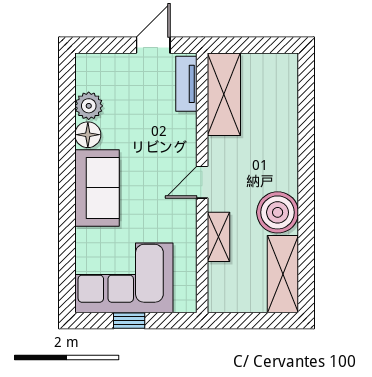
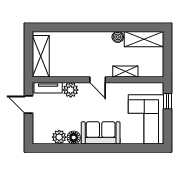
shelving: (224, 94) -> (41, 56), moved, turned 90
plant: (182, 128) -> (71, 90), added
boiler: (278, 212) -> (118, 37), width x0.54, depth x0.54
window: (129, 321) -> (168, 101), moved

